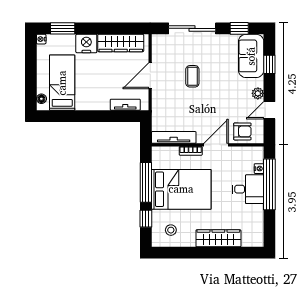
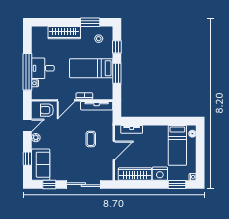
coffee table: (192, 76) -> (91, 139), moved
window: (146, 182) -> (117, 73), width x0.69
bed: (181, 189) -> (91, 68), width x0.67
window: (183, 253) -> (90, 22), added

